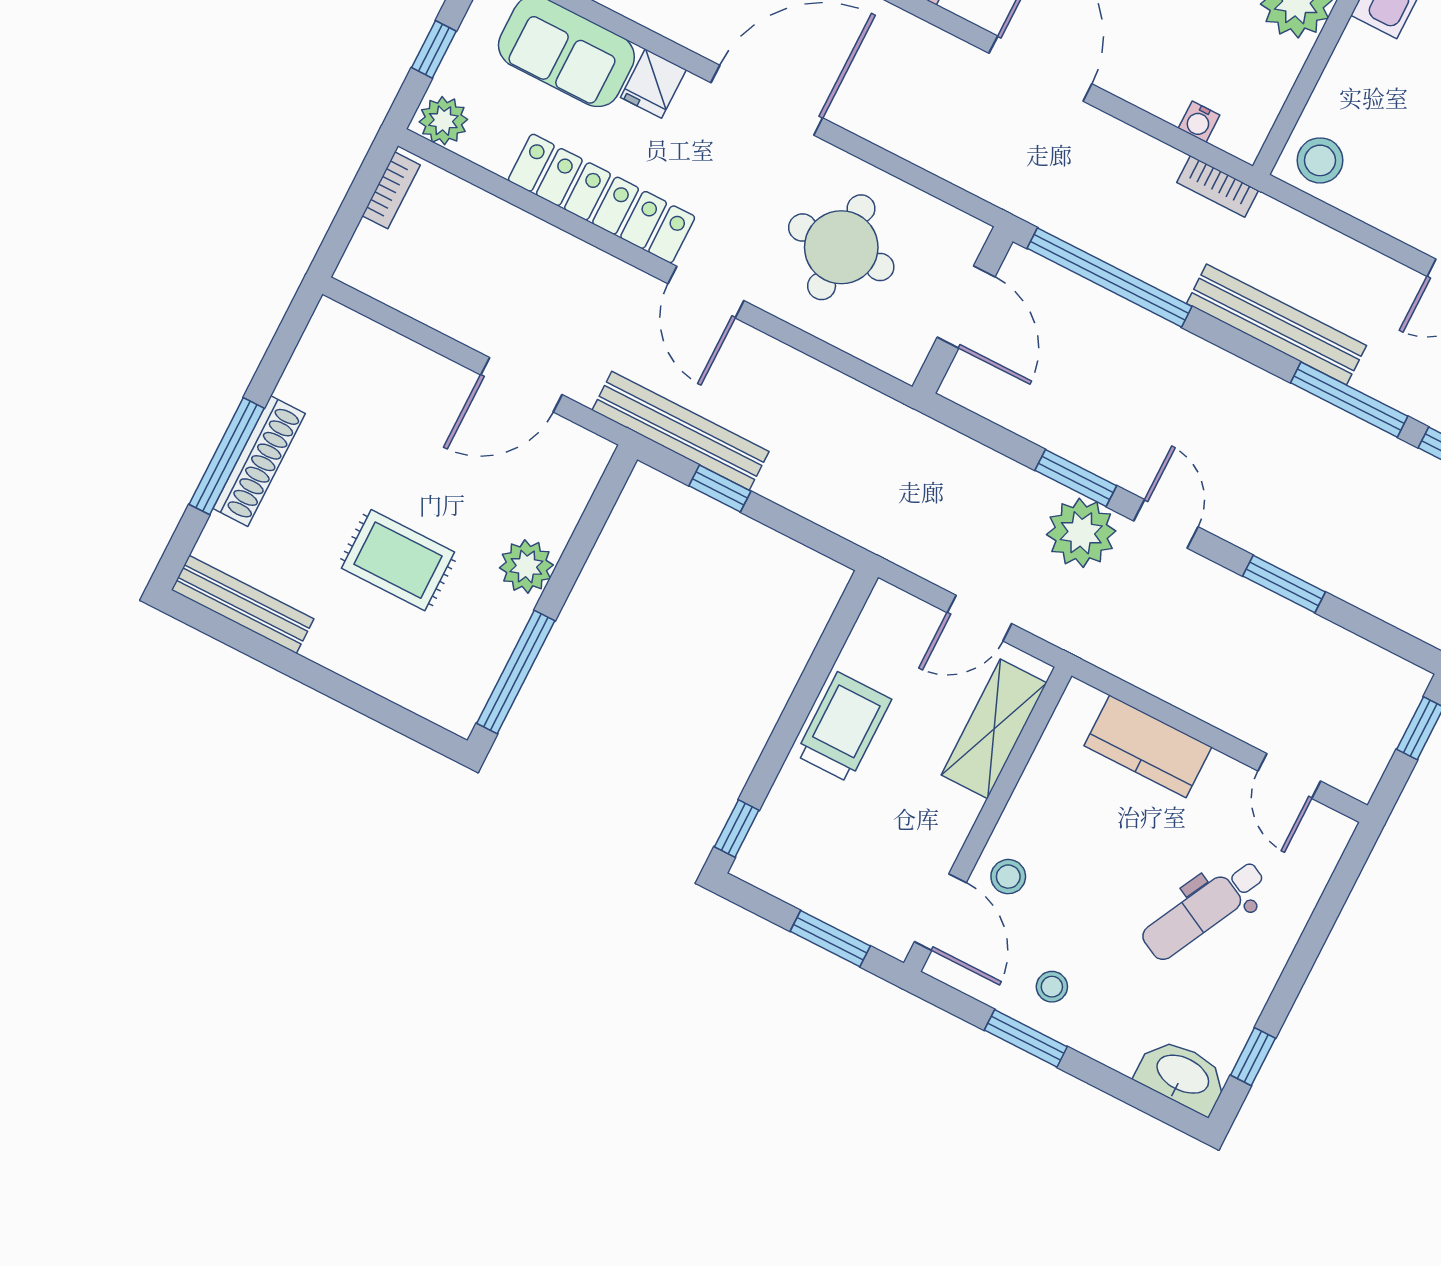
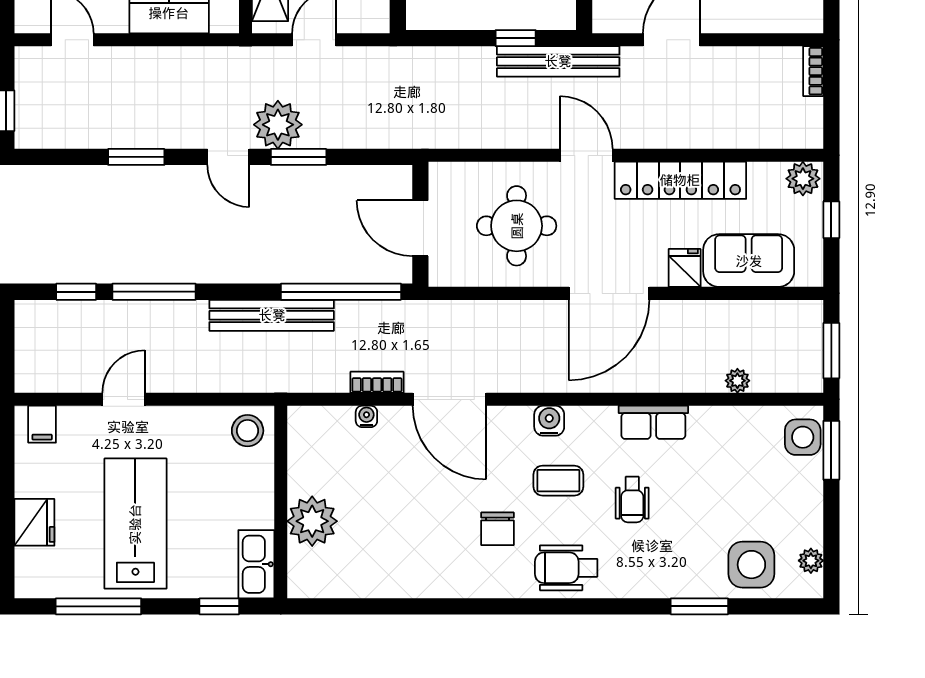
water cooler: (1199, 122) -> (366, 416), moved
bookcase: (1218, 186) -> (377, 382), moved
bookcase: (391, 190) -> (813, 71), moved
bench: (1276, 324) -> (272, 315), moved

